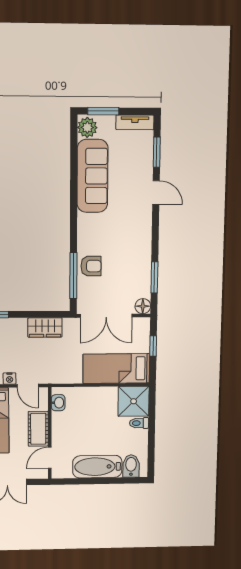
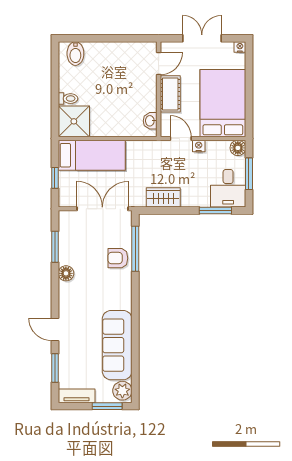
floor lamp: (143, 306) -> (66, 273), moved
bathtub: (97, 467) -> (110, 53), removed

